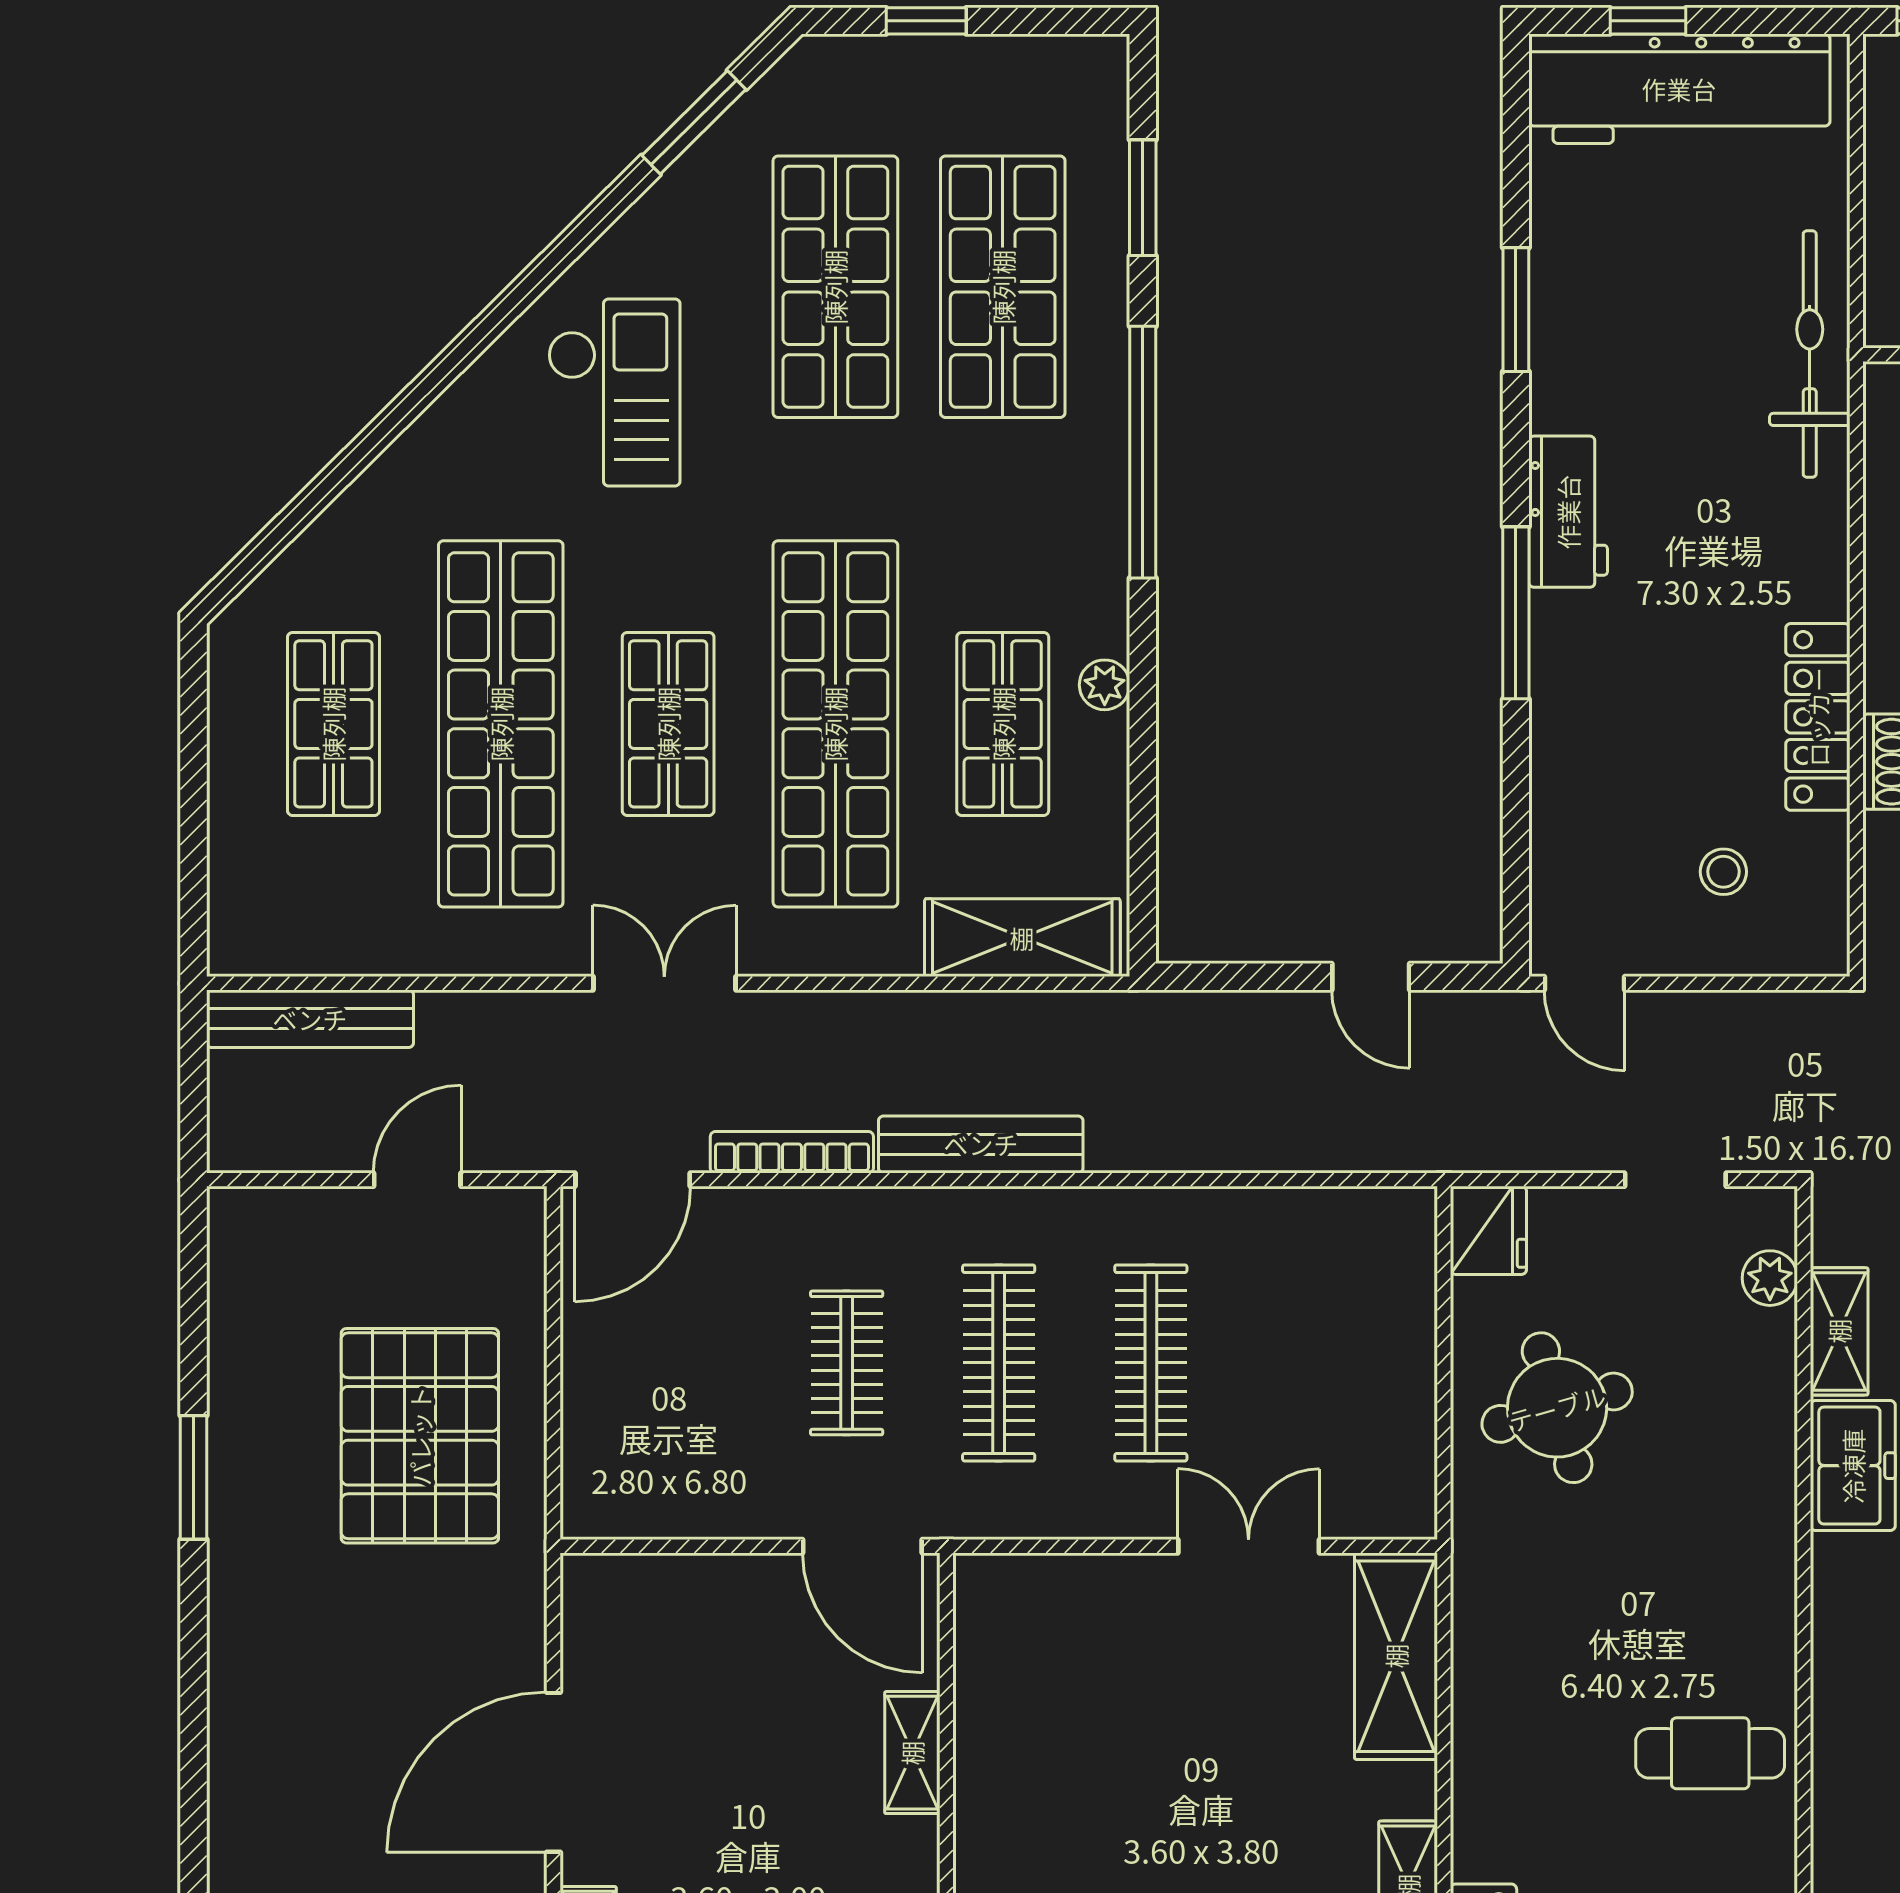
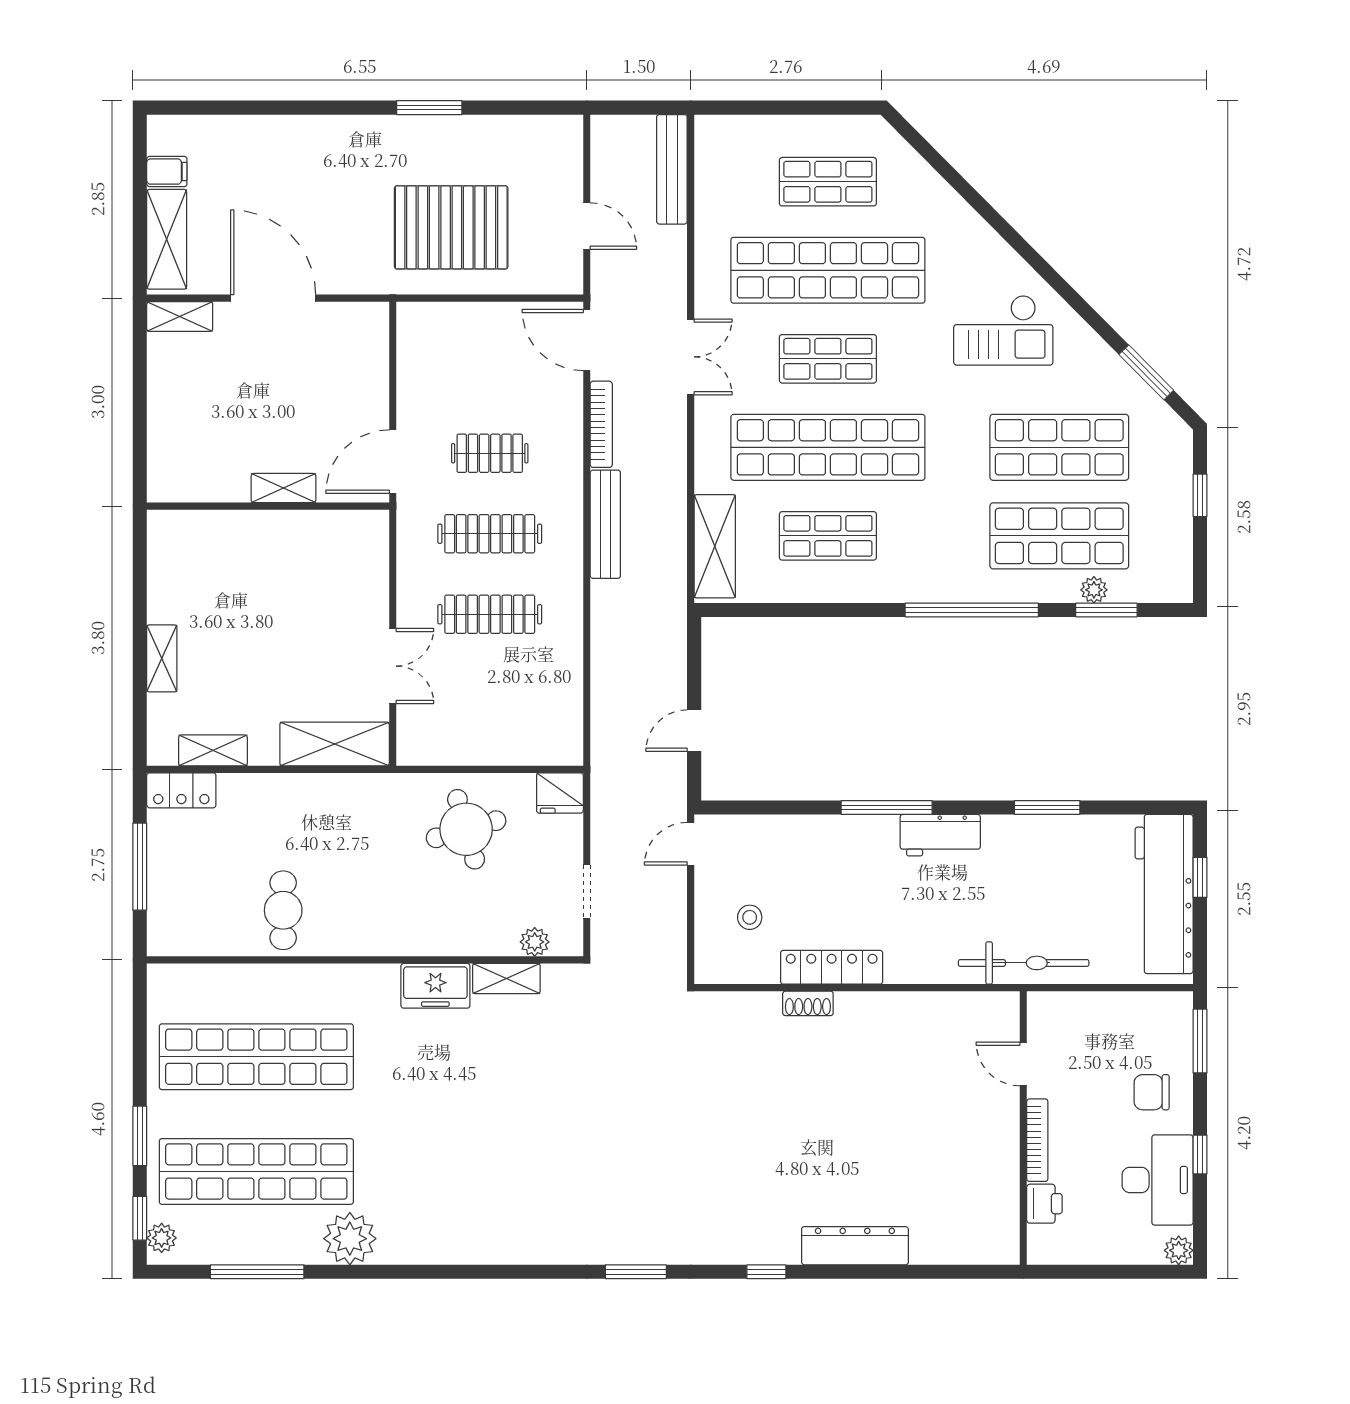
plant: (1105, 685) -> (1094, 590), moved

